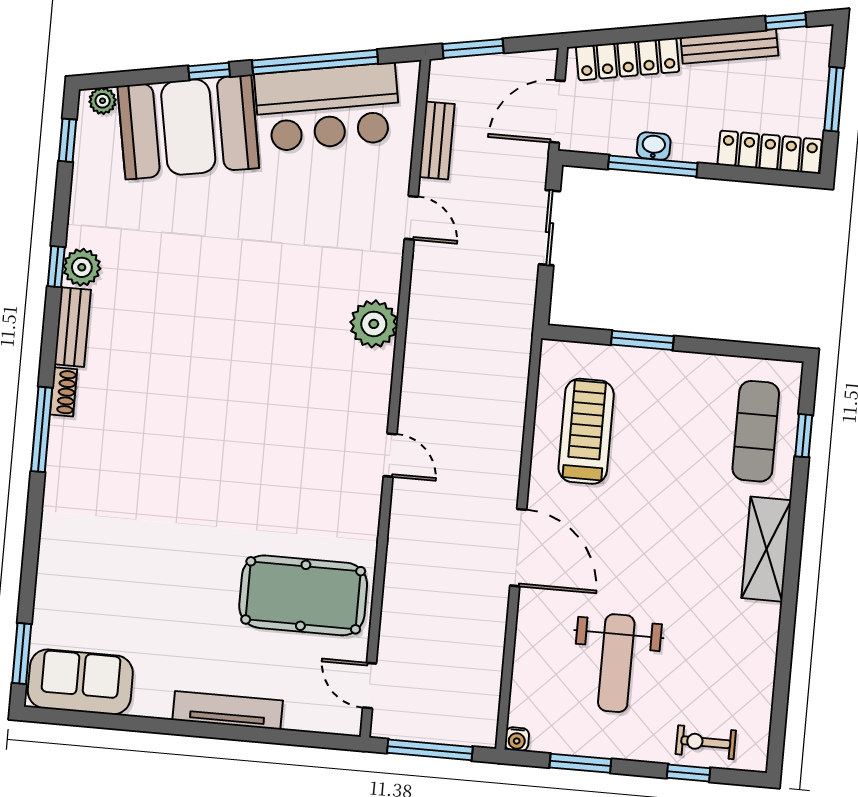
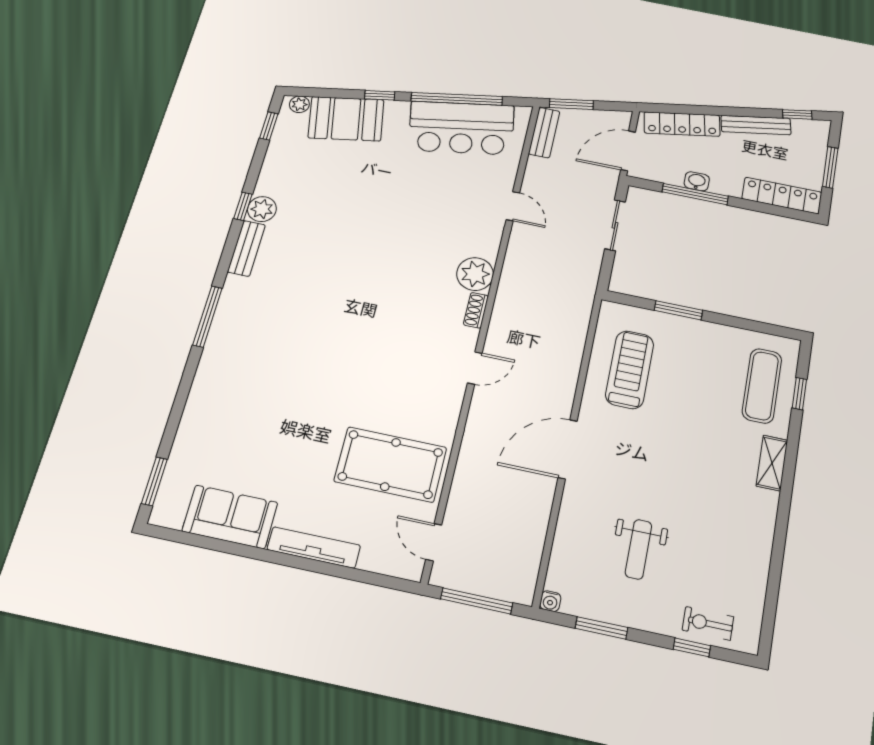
booth: (188, 127) -> (346, 119), width x0.73, depth x0.70
bench: (437, 140) -> (544, 133), moved
shoe rack: (64, 392) -> (476, 310), moved, turned 180
door: (390, 455) -> (475, 368), hinge flipped
door: (518, 548) -> (568, 449), swing flipped
shelving: (766, 549) -> (772, 463), width x0.67, depth x0.75
weight bench: (616, 663) -> (638, 549), width x0.73, depth x0.75
sofa: (80, 682) -> (230, 517), moved

